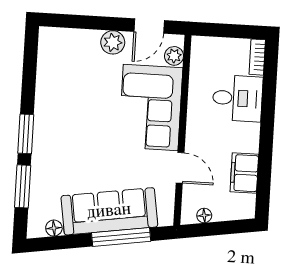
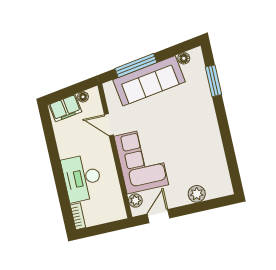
plant: (113, 42) -> (197, 194), moved
desk: (238, 98) -> (82, 178), width x1.37
window: (26, 134) -> (222, 118), removed
filing cabinet: (244, 173) -> (65, 108), moved, turned 81

